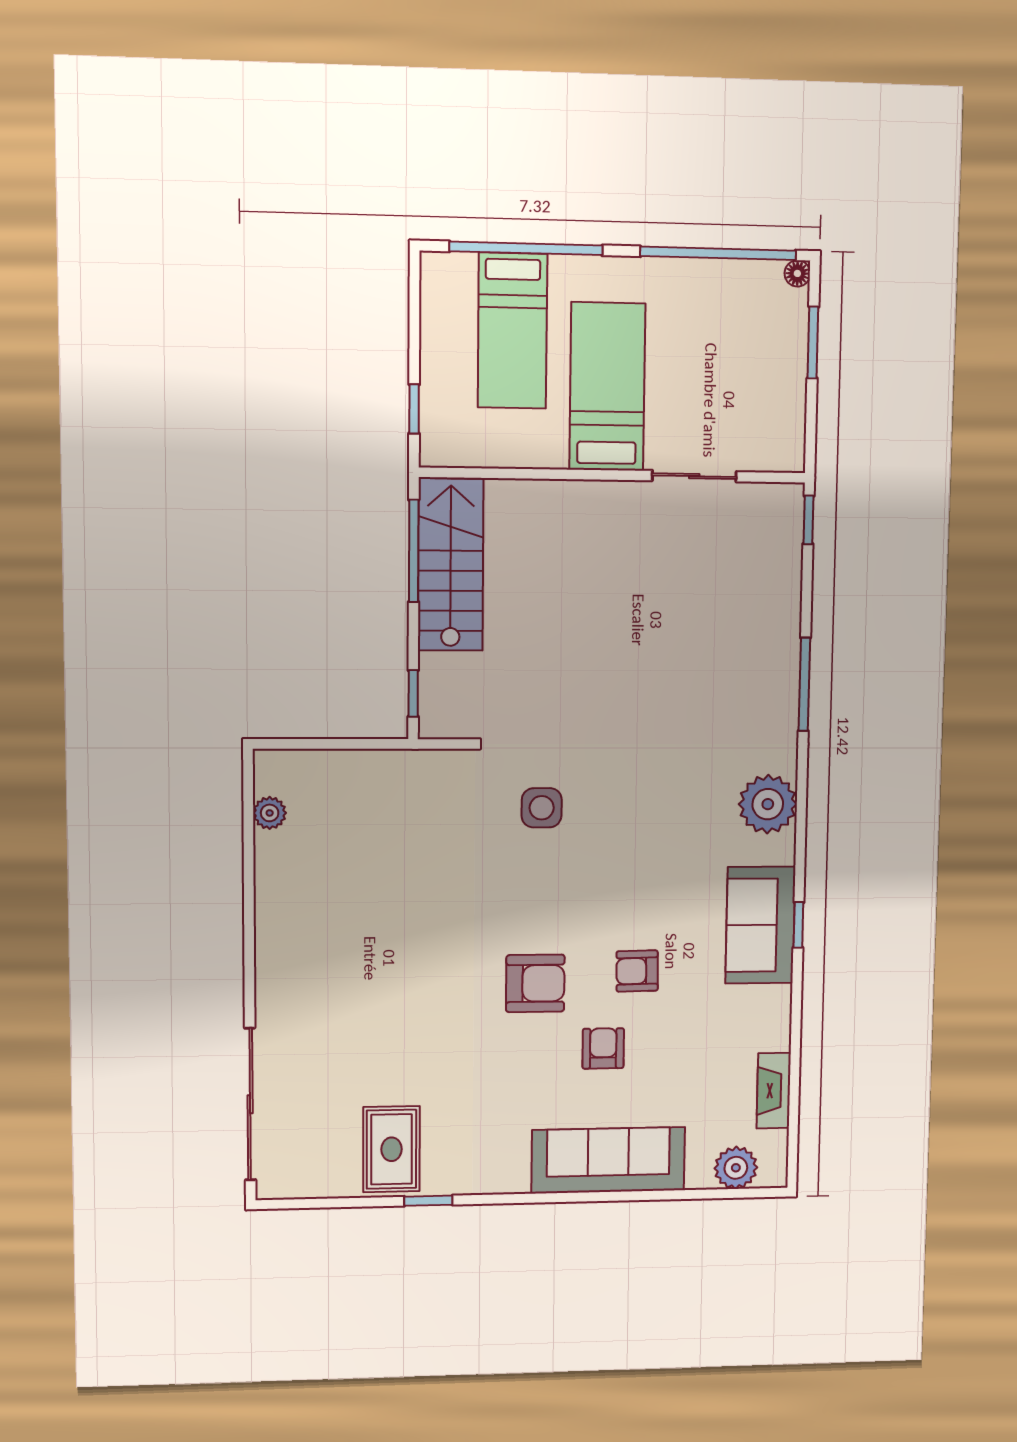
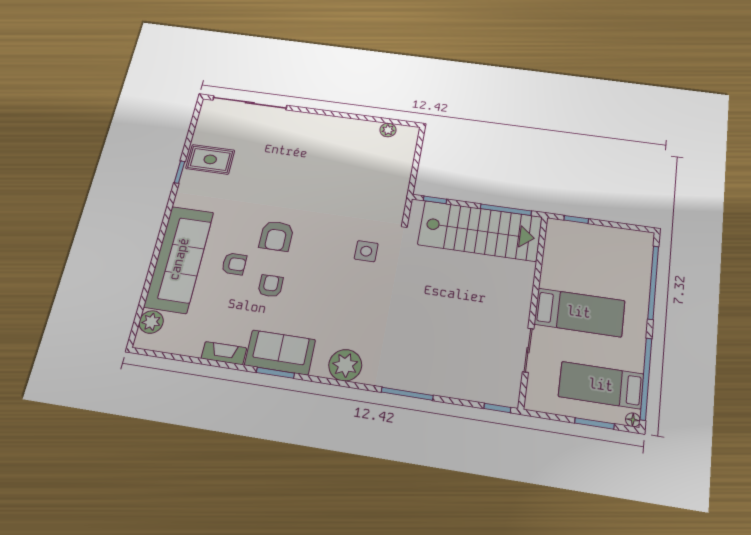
bed: (512, 331) -> (601, 385), moved
stairs: (451, 565) -> (480, 231), width x1.36, depth x1.51
window: (798, 925) -> (275, 373), width x1.50
fireplace: (774, 1091) -> (224, 353), moved
sofa: (608, 1160) -> (179, 259), width x1.36, depth x1.27

